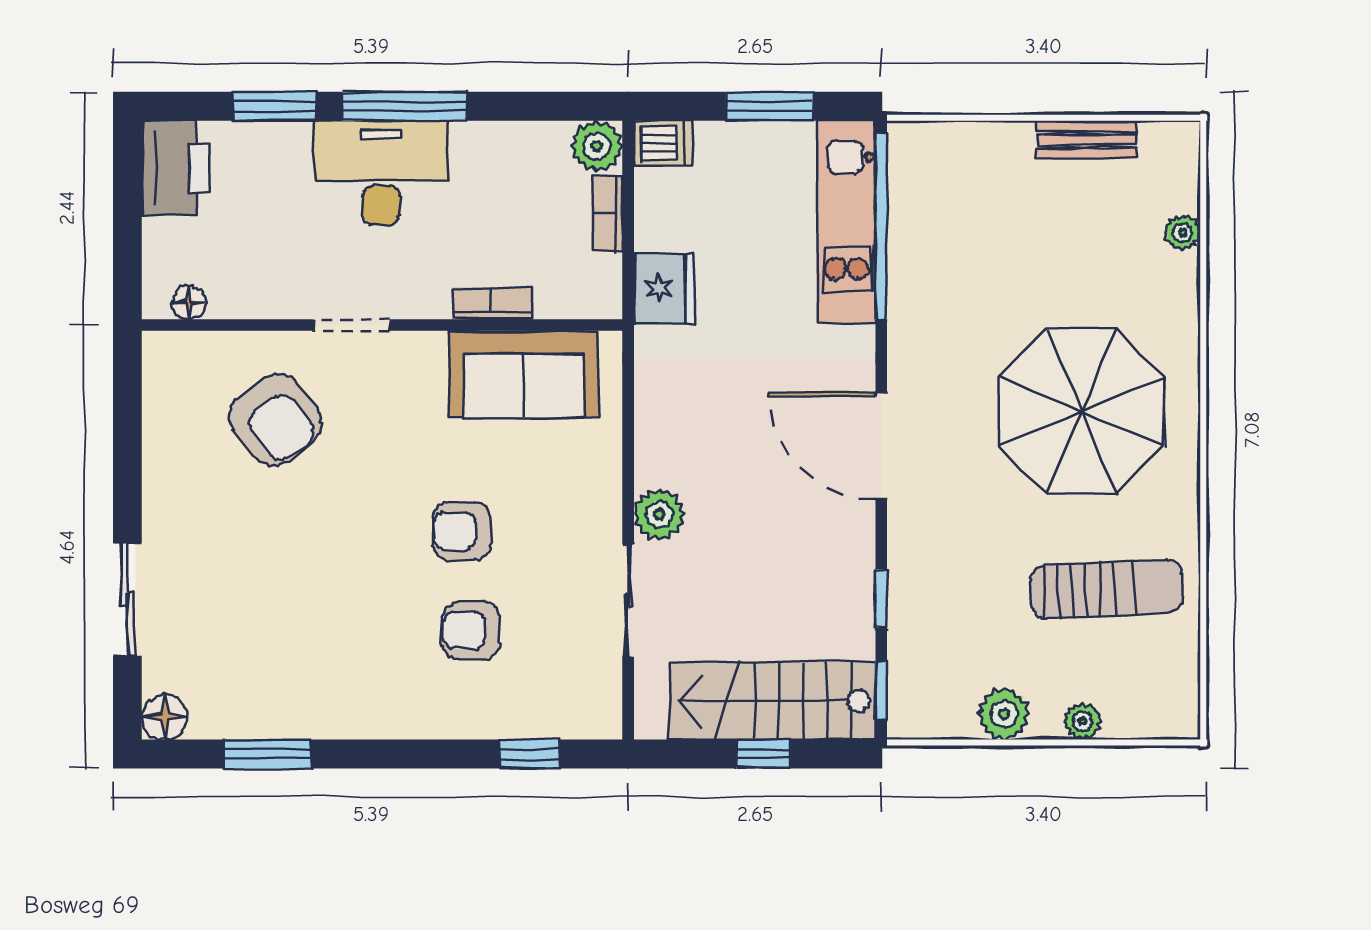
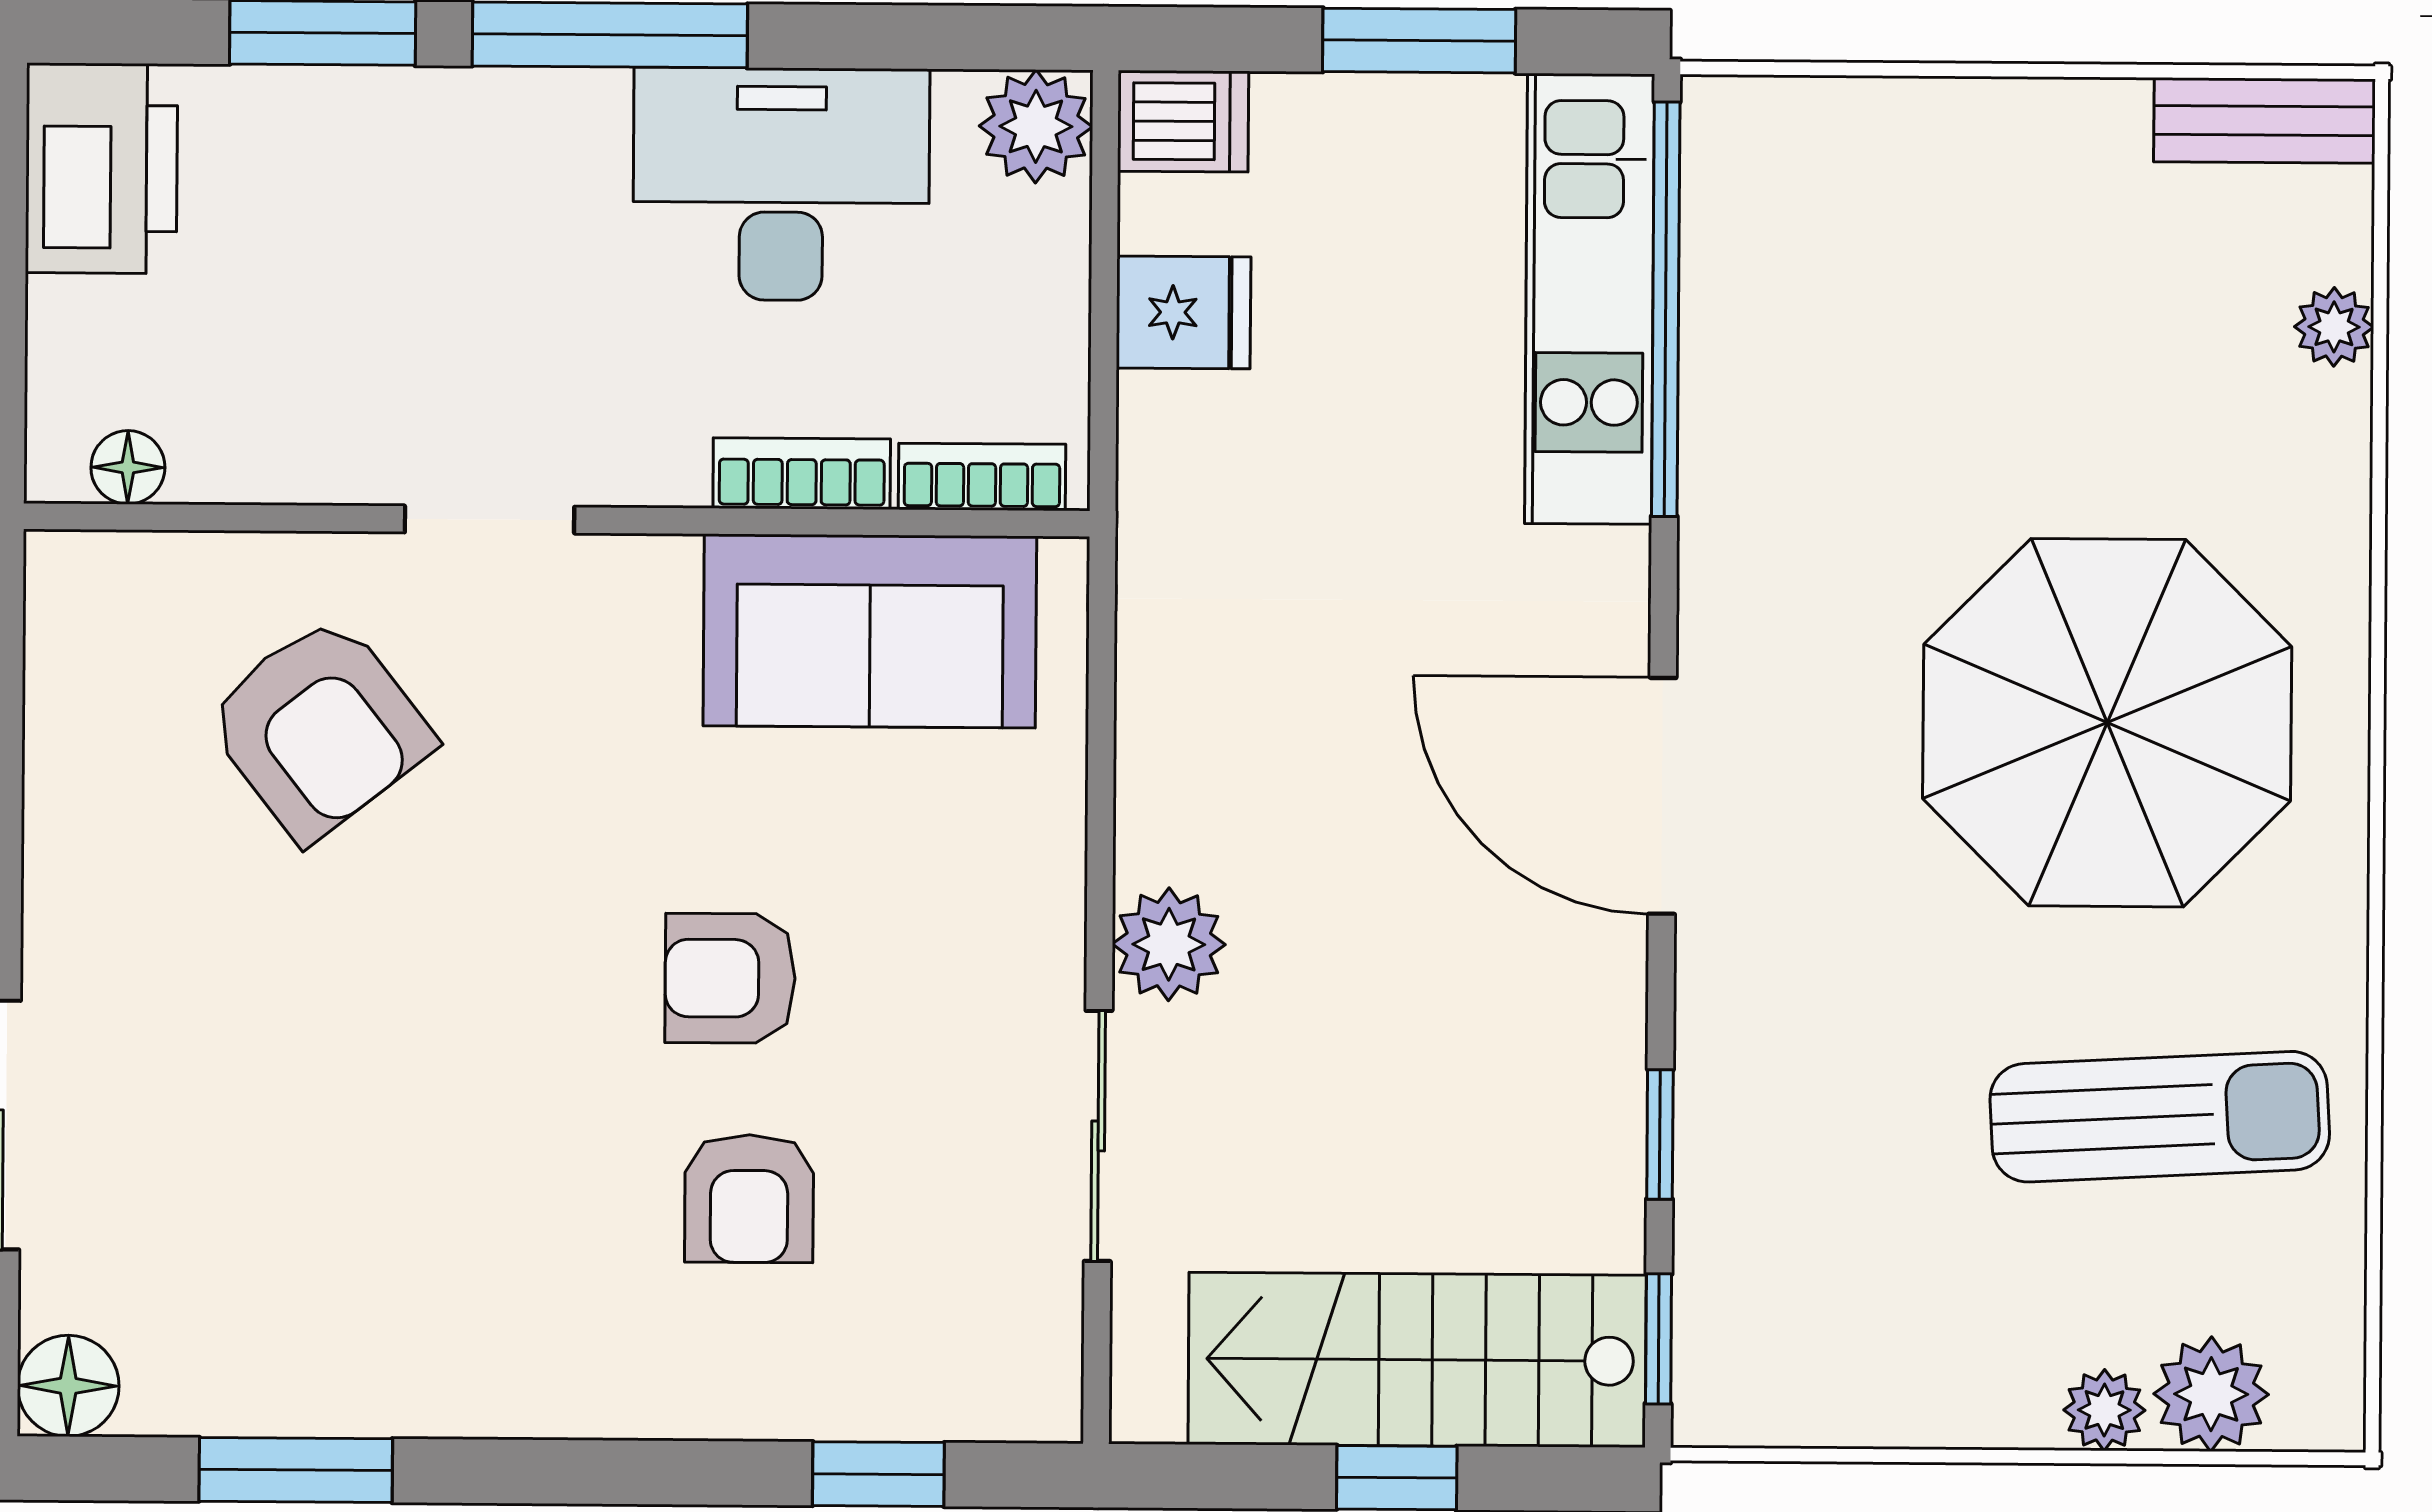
bench: (1087, 140) -> (2265, 120), moved
desk: (381, 173) -> (781, 184), moved
bookcase: (607, 213) -> (982, 477), moved, turned 90
fridge: (664, 288) -> (1184, 312), moved, width x0.72
armchair: (471, 630) -> (749, 1199), turned -90
plant: (1004, 714) -> (2211, 1394), moved

